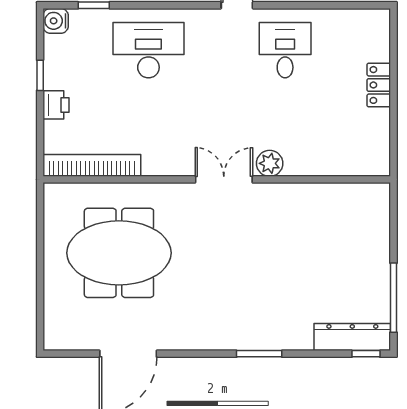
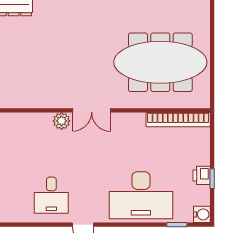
desk: (148, 50) -> (141, 195), width x1.36, depth x1.30
printer: (56, 105) -> (202, 175), moved
meeting table: (119, 253) -> (160, 62), width x1.36

